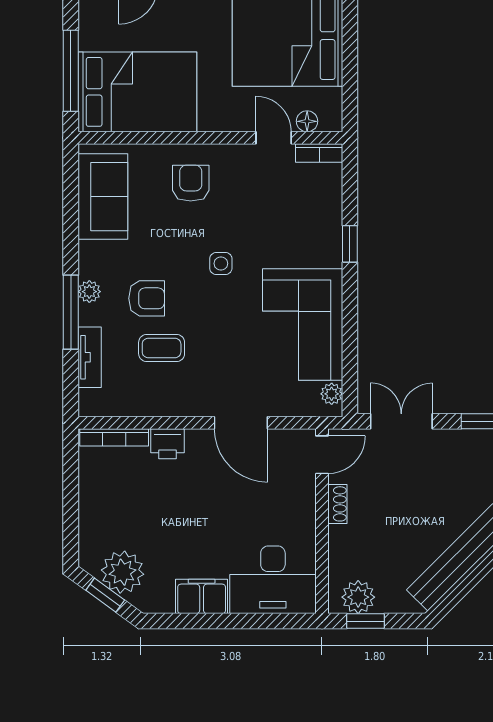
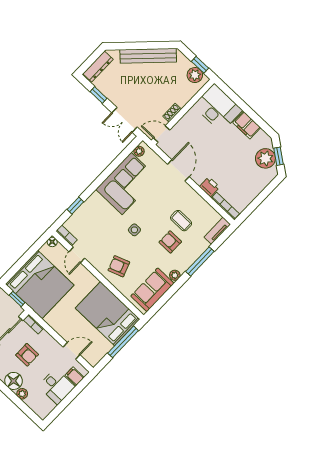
floor lamp: (307, 121) -> (52, 242), moved
armchair: (191, 183) -> (119, 266), turned 70
window: (350, 244) -> (75, 206), moved
plant: (89, 292) -> (175, 275), moved
tv unit: (90, 357) -> (217, 231), moved

